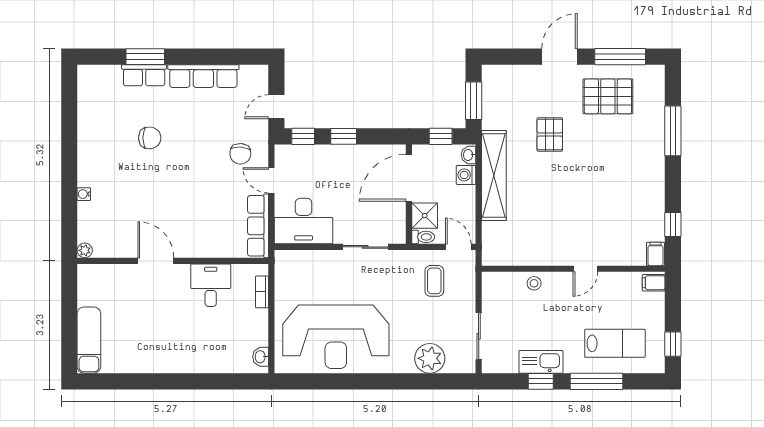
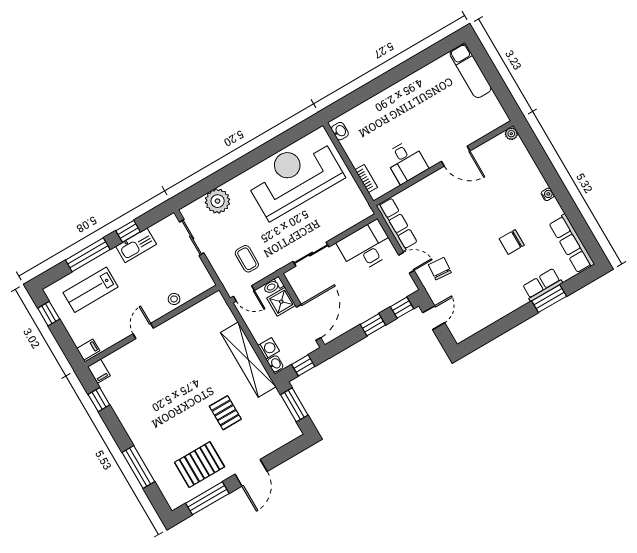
row of seats: (203, 76) -> (572, 244), moved, turned -90
water cooler: (84, 194) -> (548, 194), moved

